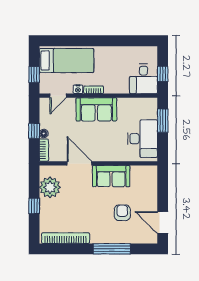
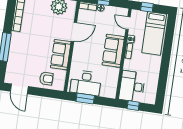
desk: (143, 79) -> (132, 86), width x1.37
window: (163, 121) -> (85, 98), moved
armchair: (122, 213) -> (46, 79), moved
door: (163, 223) -> (19, 89), swing flipped

